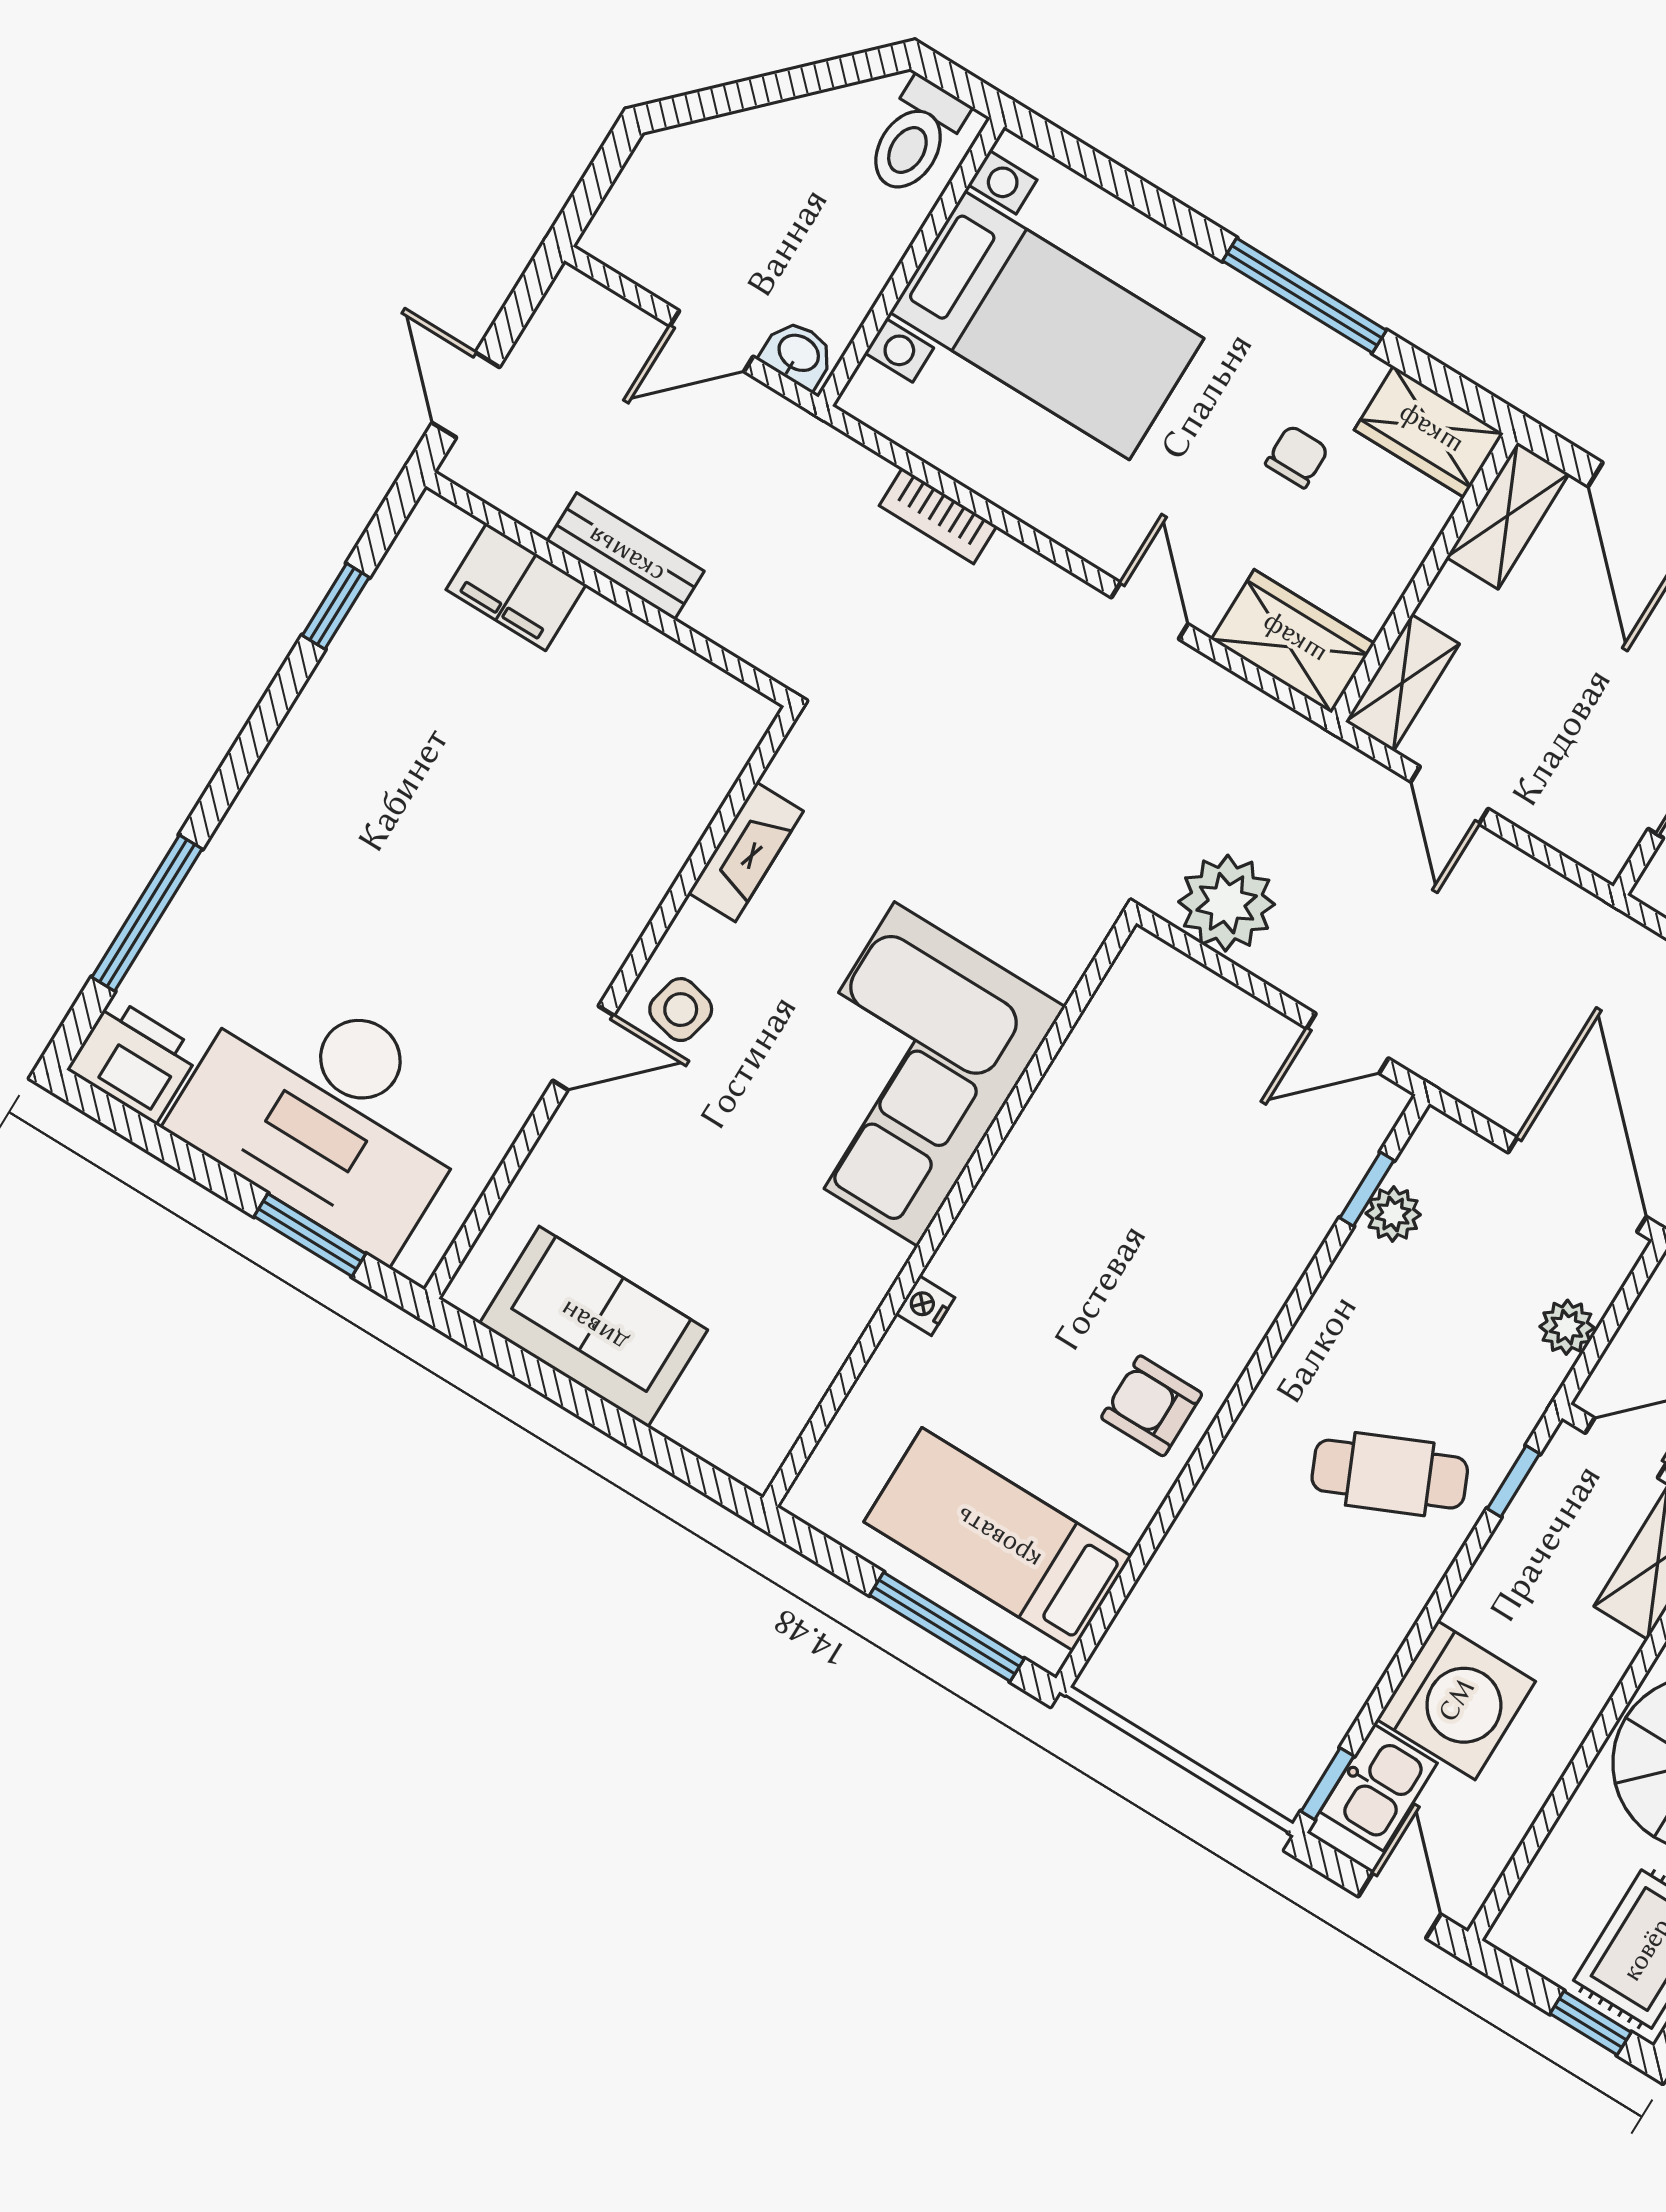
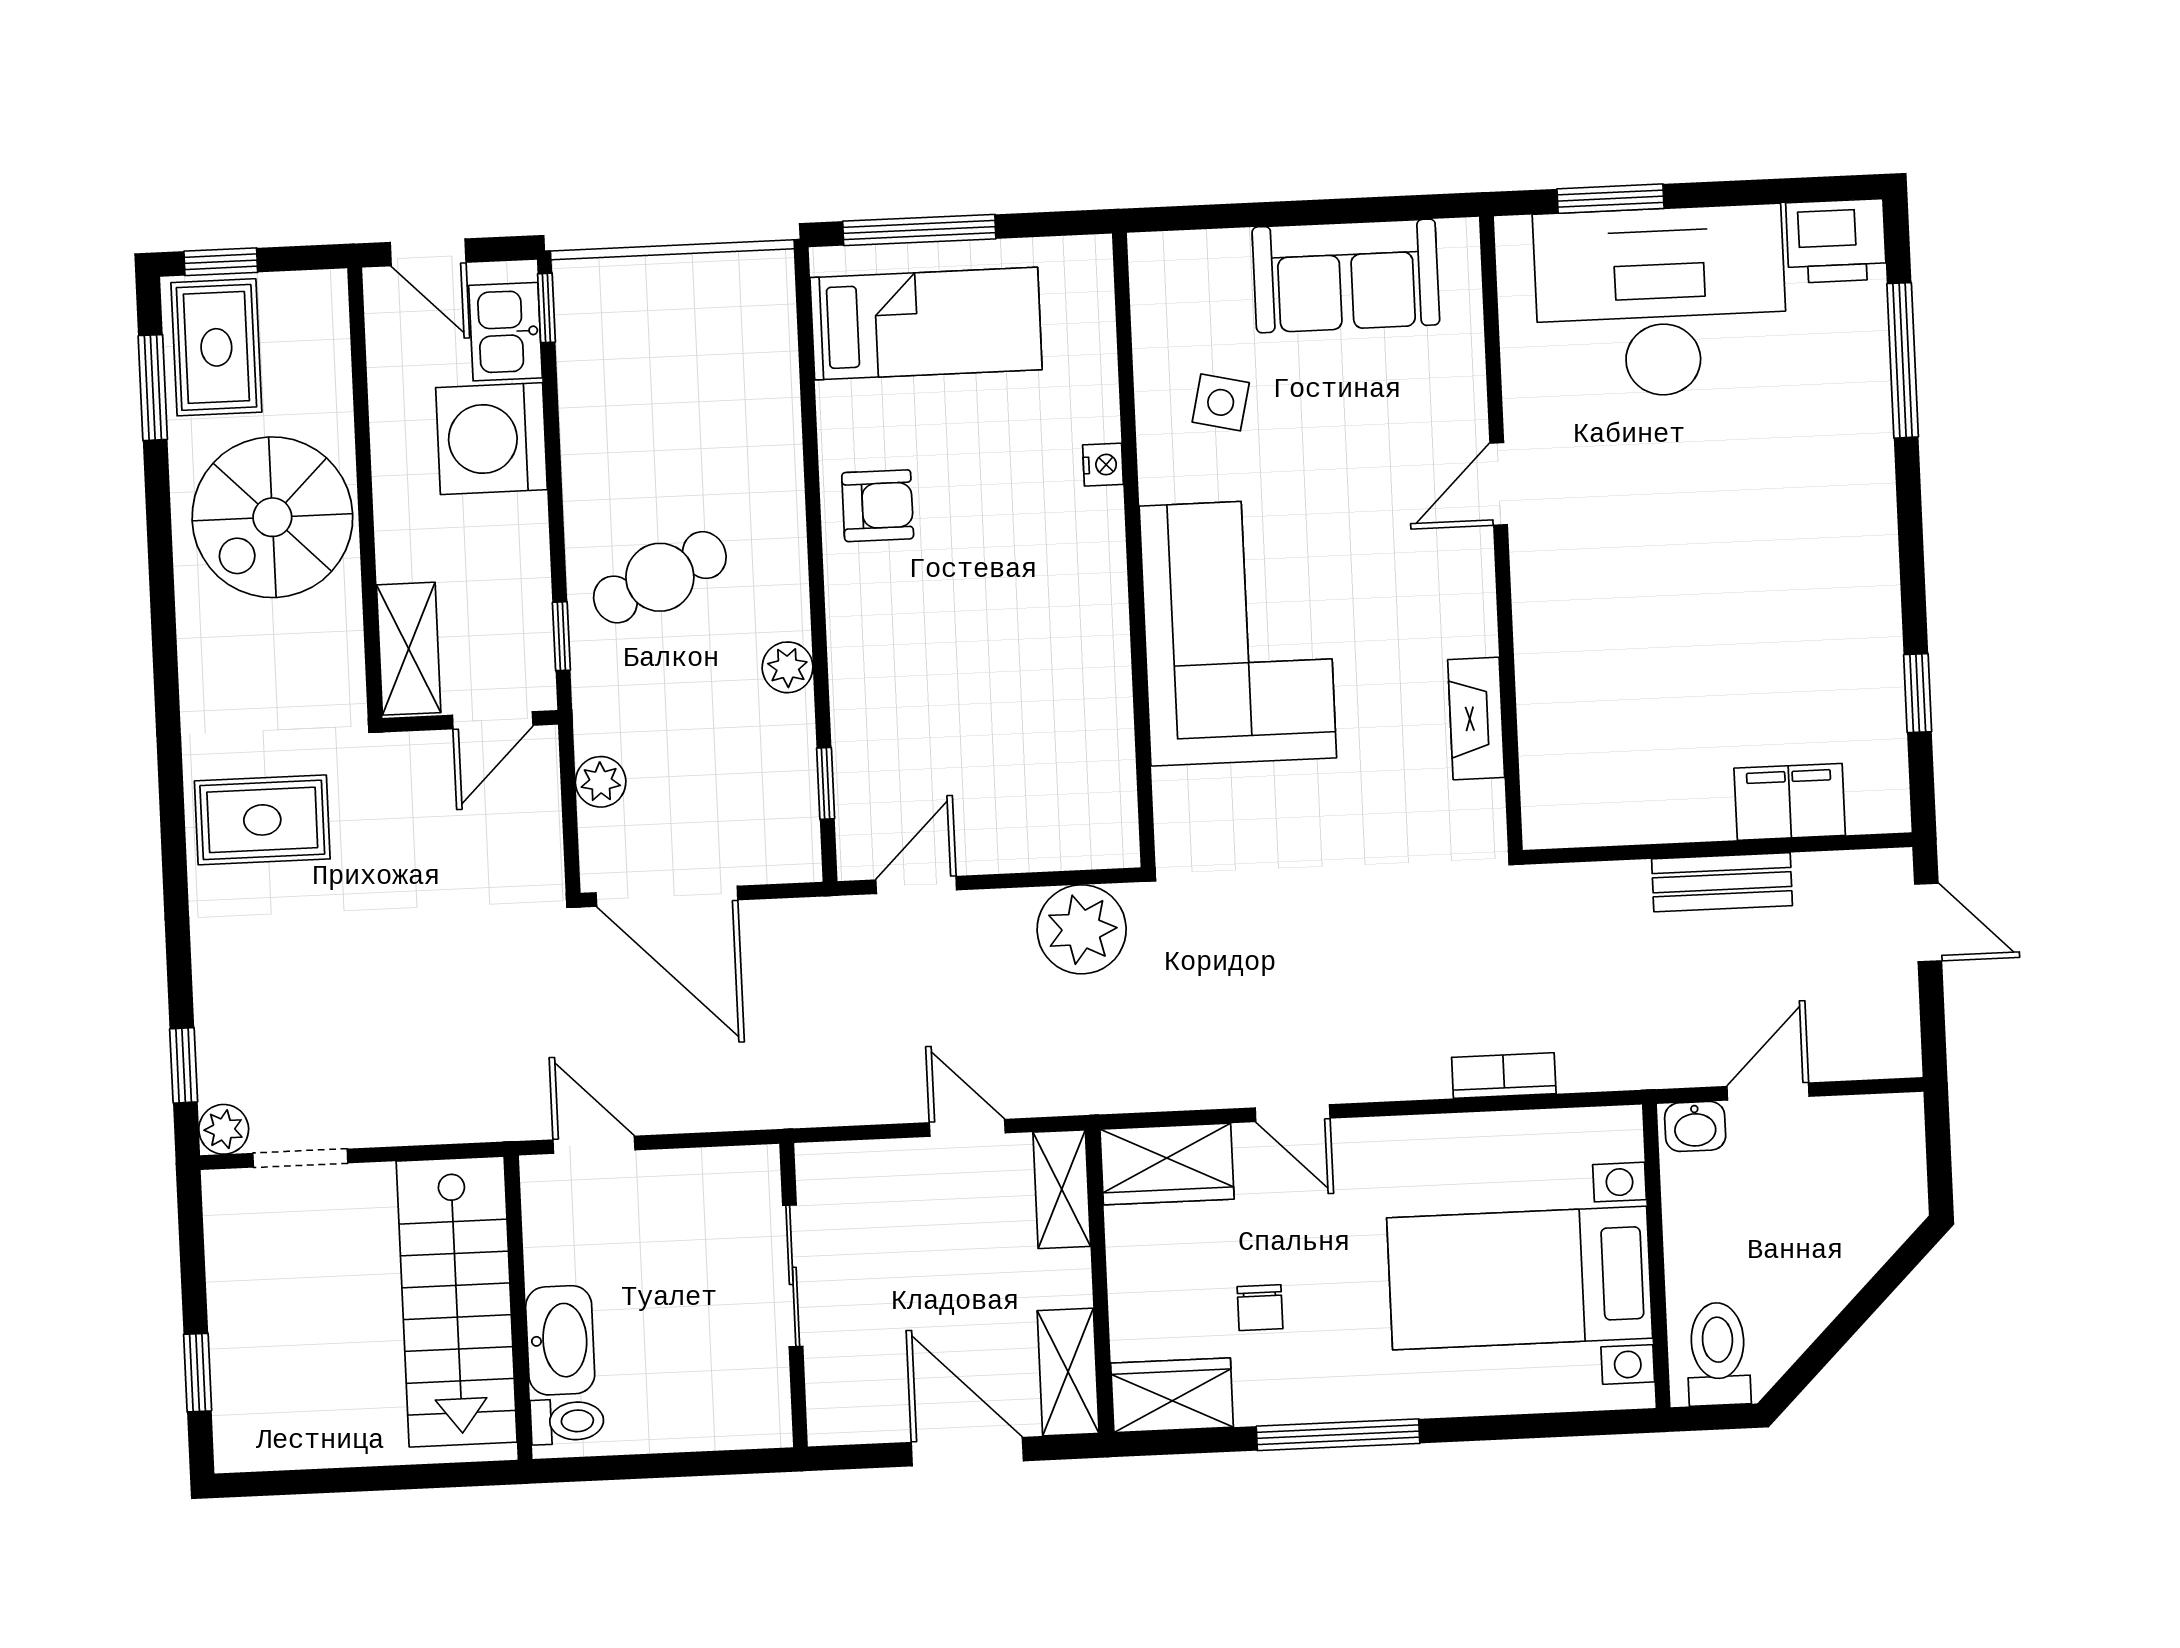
side table: (681, 1010) -> (1221, 402), moved
plant: (1393, 1214) -> (788, 667), moved

